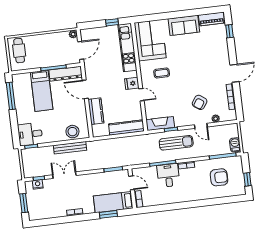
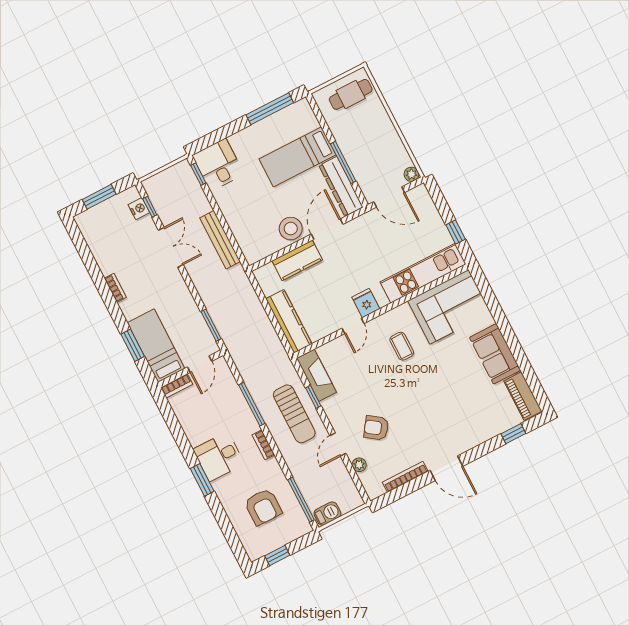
stool: (72, 132) -> (291, 229), moved
desk: (168, 175) -> (219, 457), moved, turned 180
window: (193, 204) -> (202, 480), added

